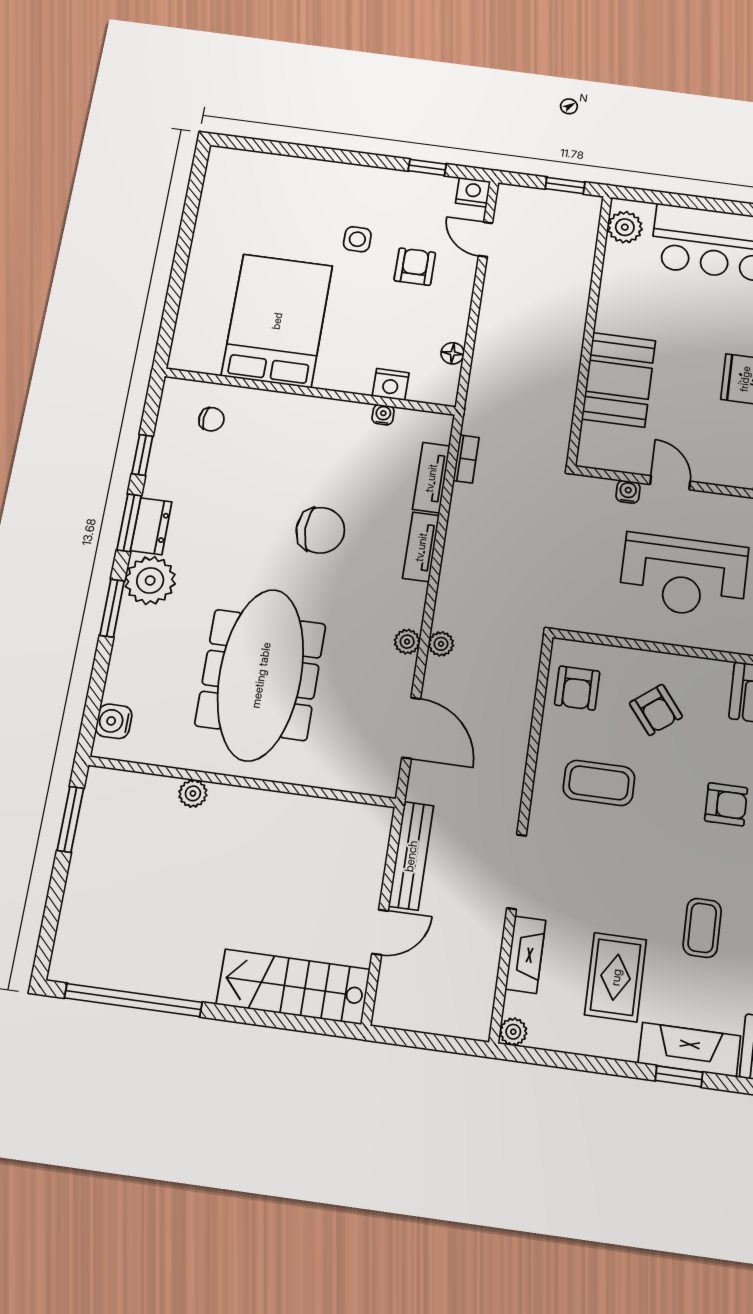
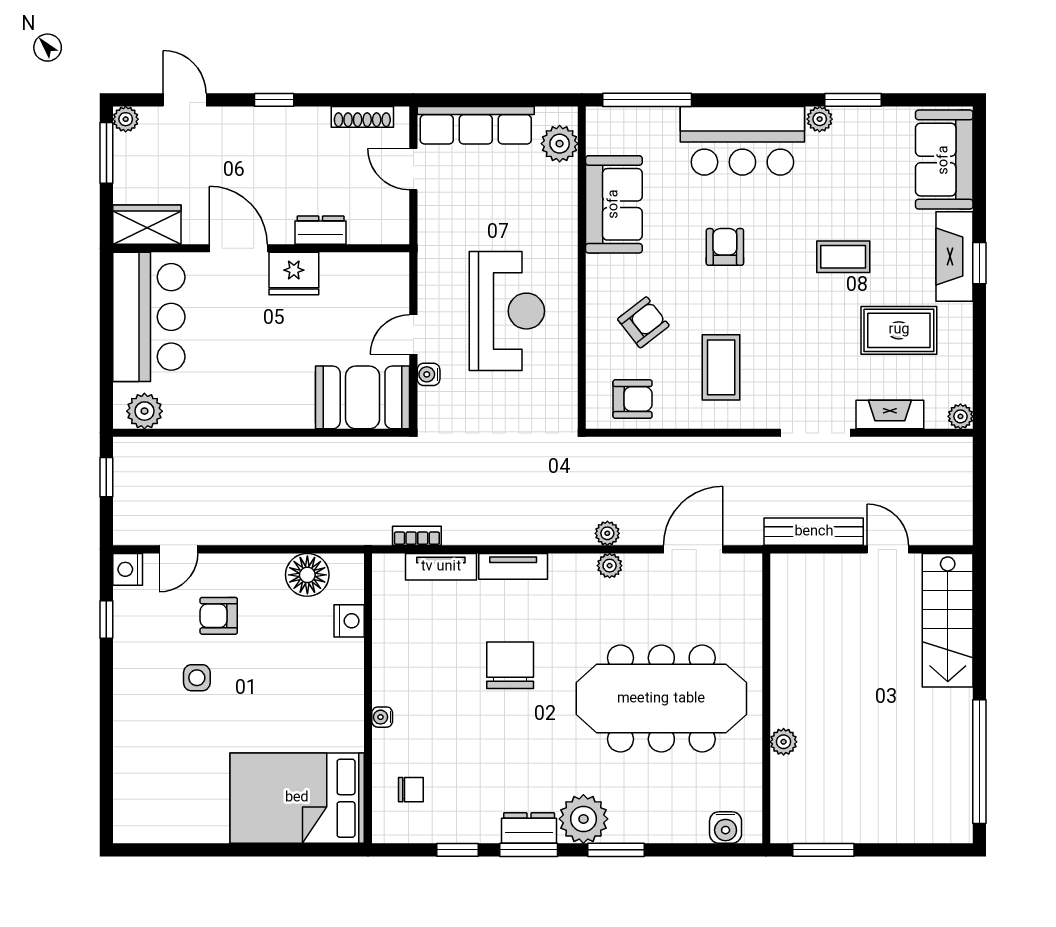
bed: (277, 321) -> (297, 798), moved
floor lamp: (453, 353) -> (307, 575), width x1.89, depth x1.89
booth: (619, 380) -> (363, 397), moved
water cooler: (383, 415) -> (382, 717), moved
chair: (211, 419) -> (411, 790), turned 86

